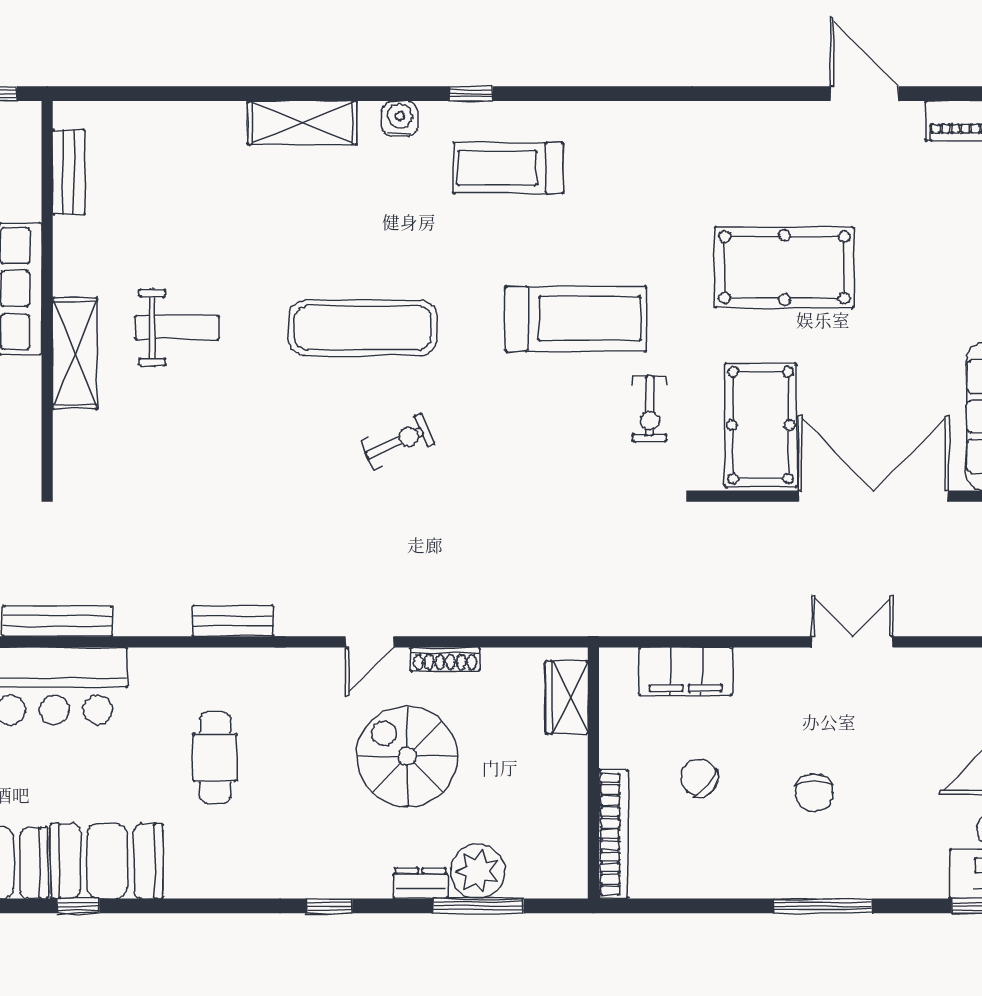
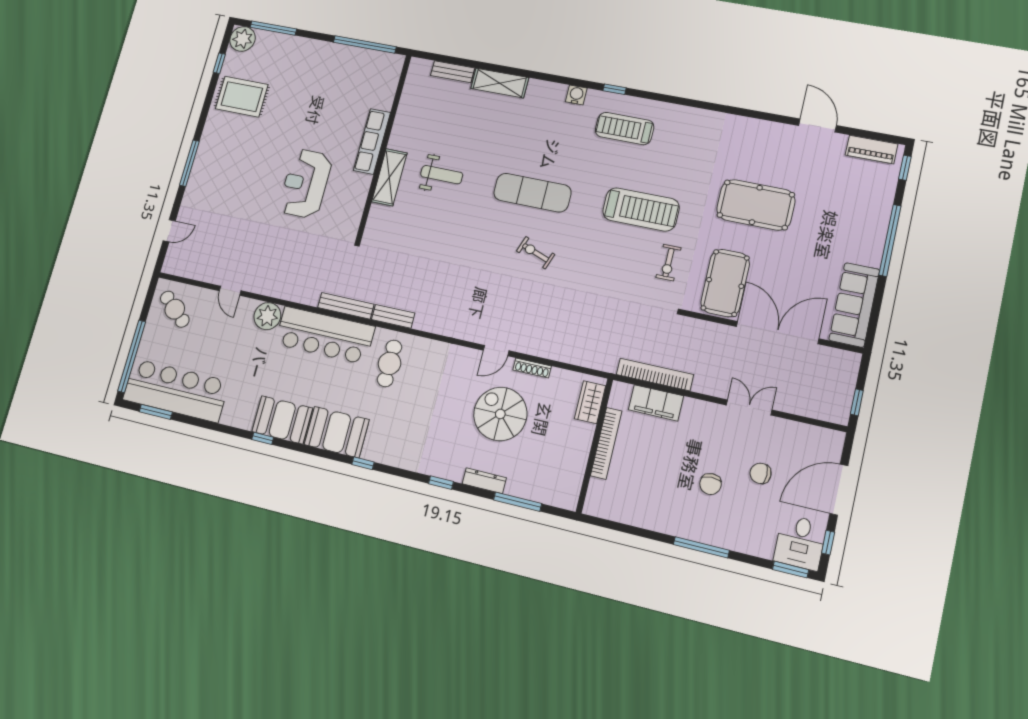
shelving: (302, 123) -> (500, 83), moved
bench: (69, 172) -> (453, 72), moved, turned 90
exercise bike: (398, 442) -> (536, 253), turned -136
bench: (233, 621) -> (393, 316), moved
bookcase: (672, 621) -> (655, 375), added
cafe table: (215, 758) -> (390, 363), moved
chair: (699, 778) -> (761, 473), moved, turned -40
bookcase: (613, 834) -> (606, 443), moved
plant: (478, 871) -> (522, 483), removed
dresser: (420, 883) -> (484, 481), width x1.44
window: (78, 906) -> (363, 463), moved

